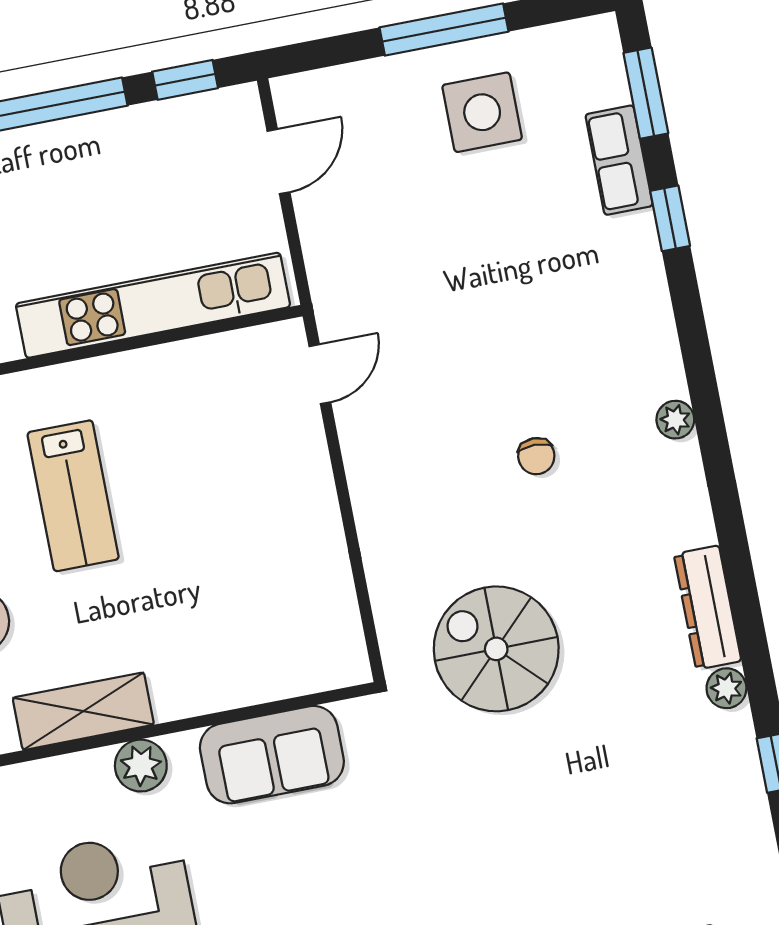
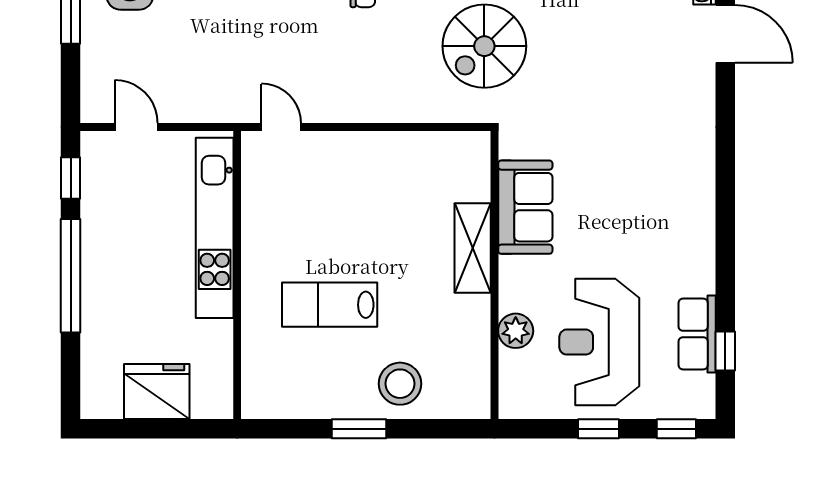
lab bench: (73, 496) -> (330, 305), turned 180
shelving: (83, 711) -> (473, 248), moved
plant: (141, 766) -> (516, 331), moved

